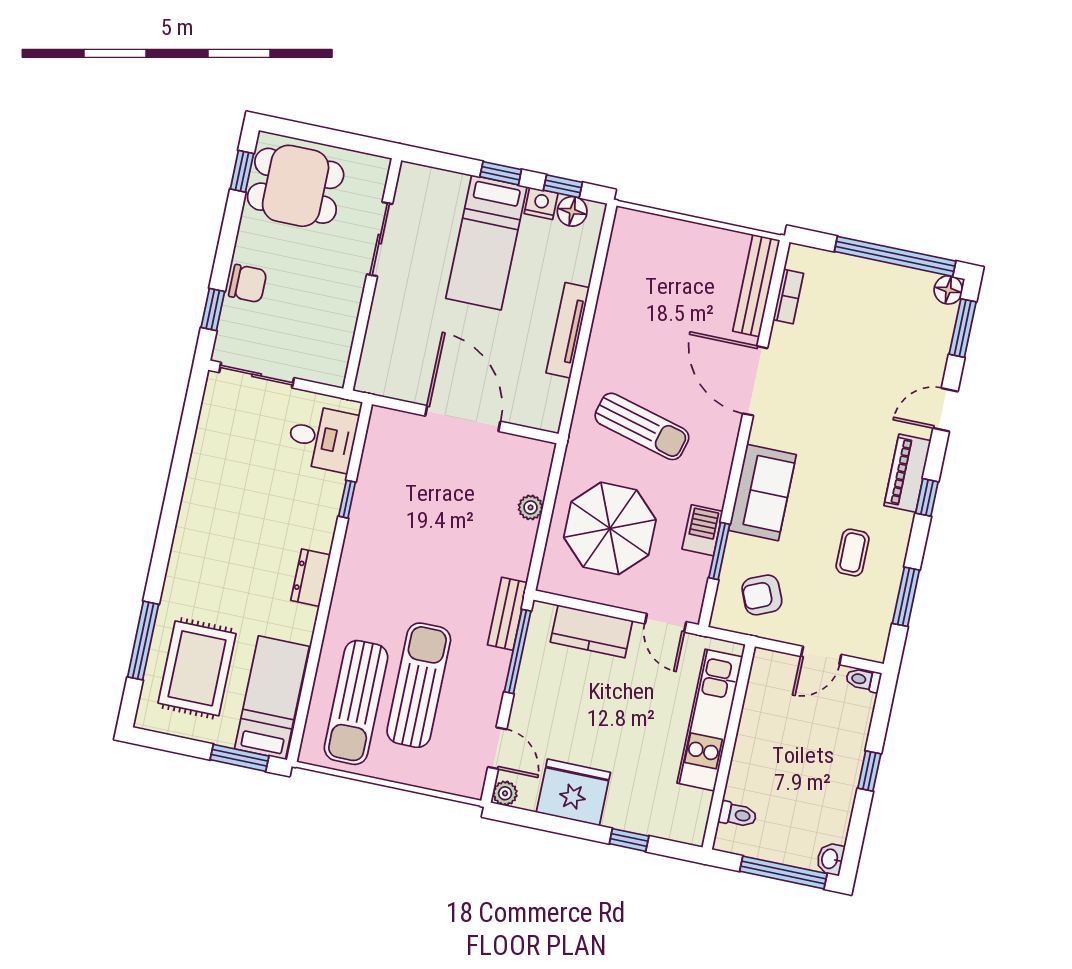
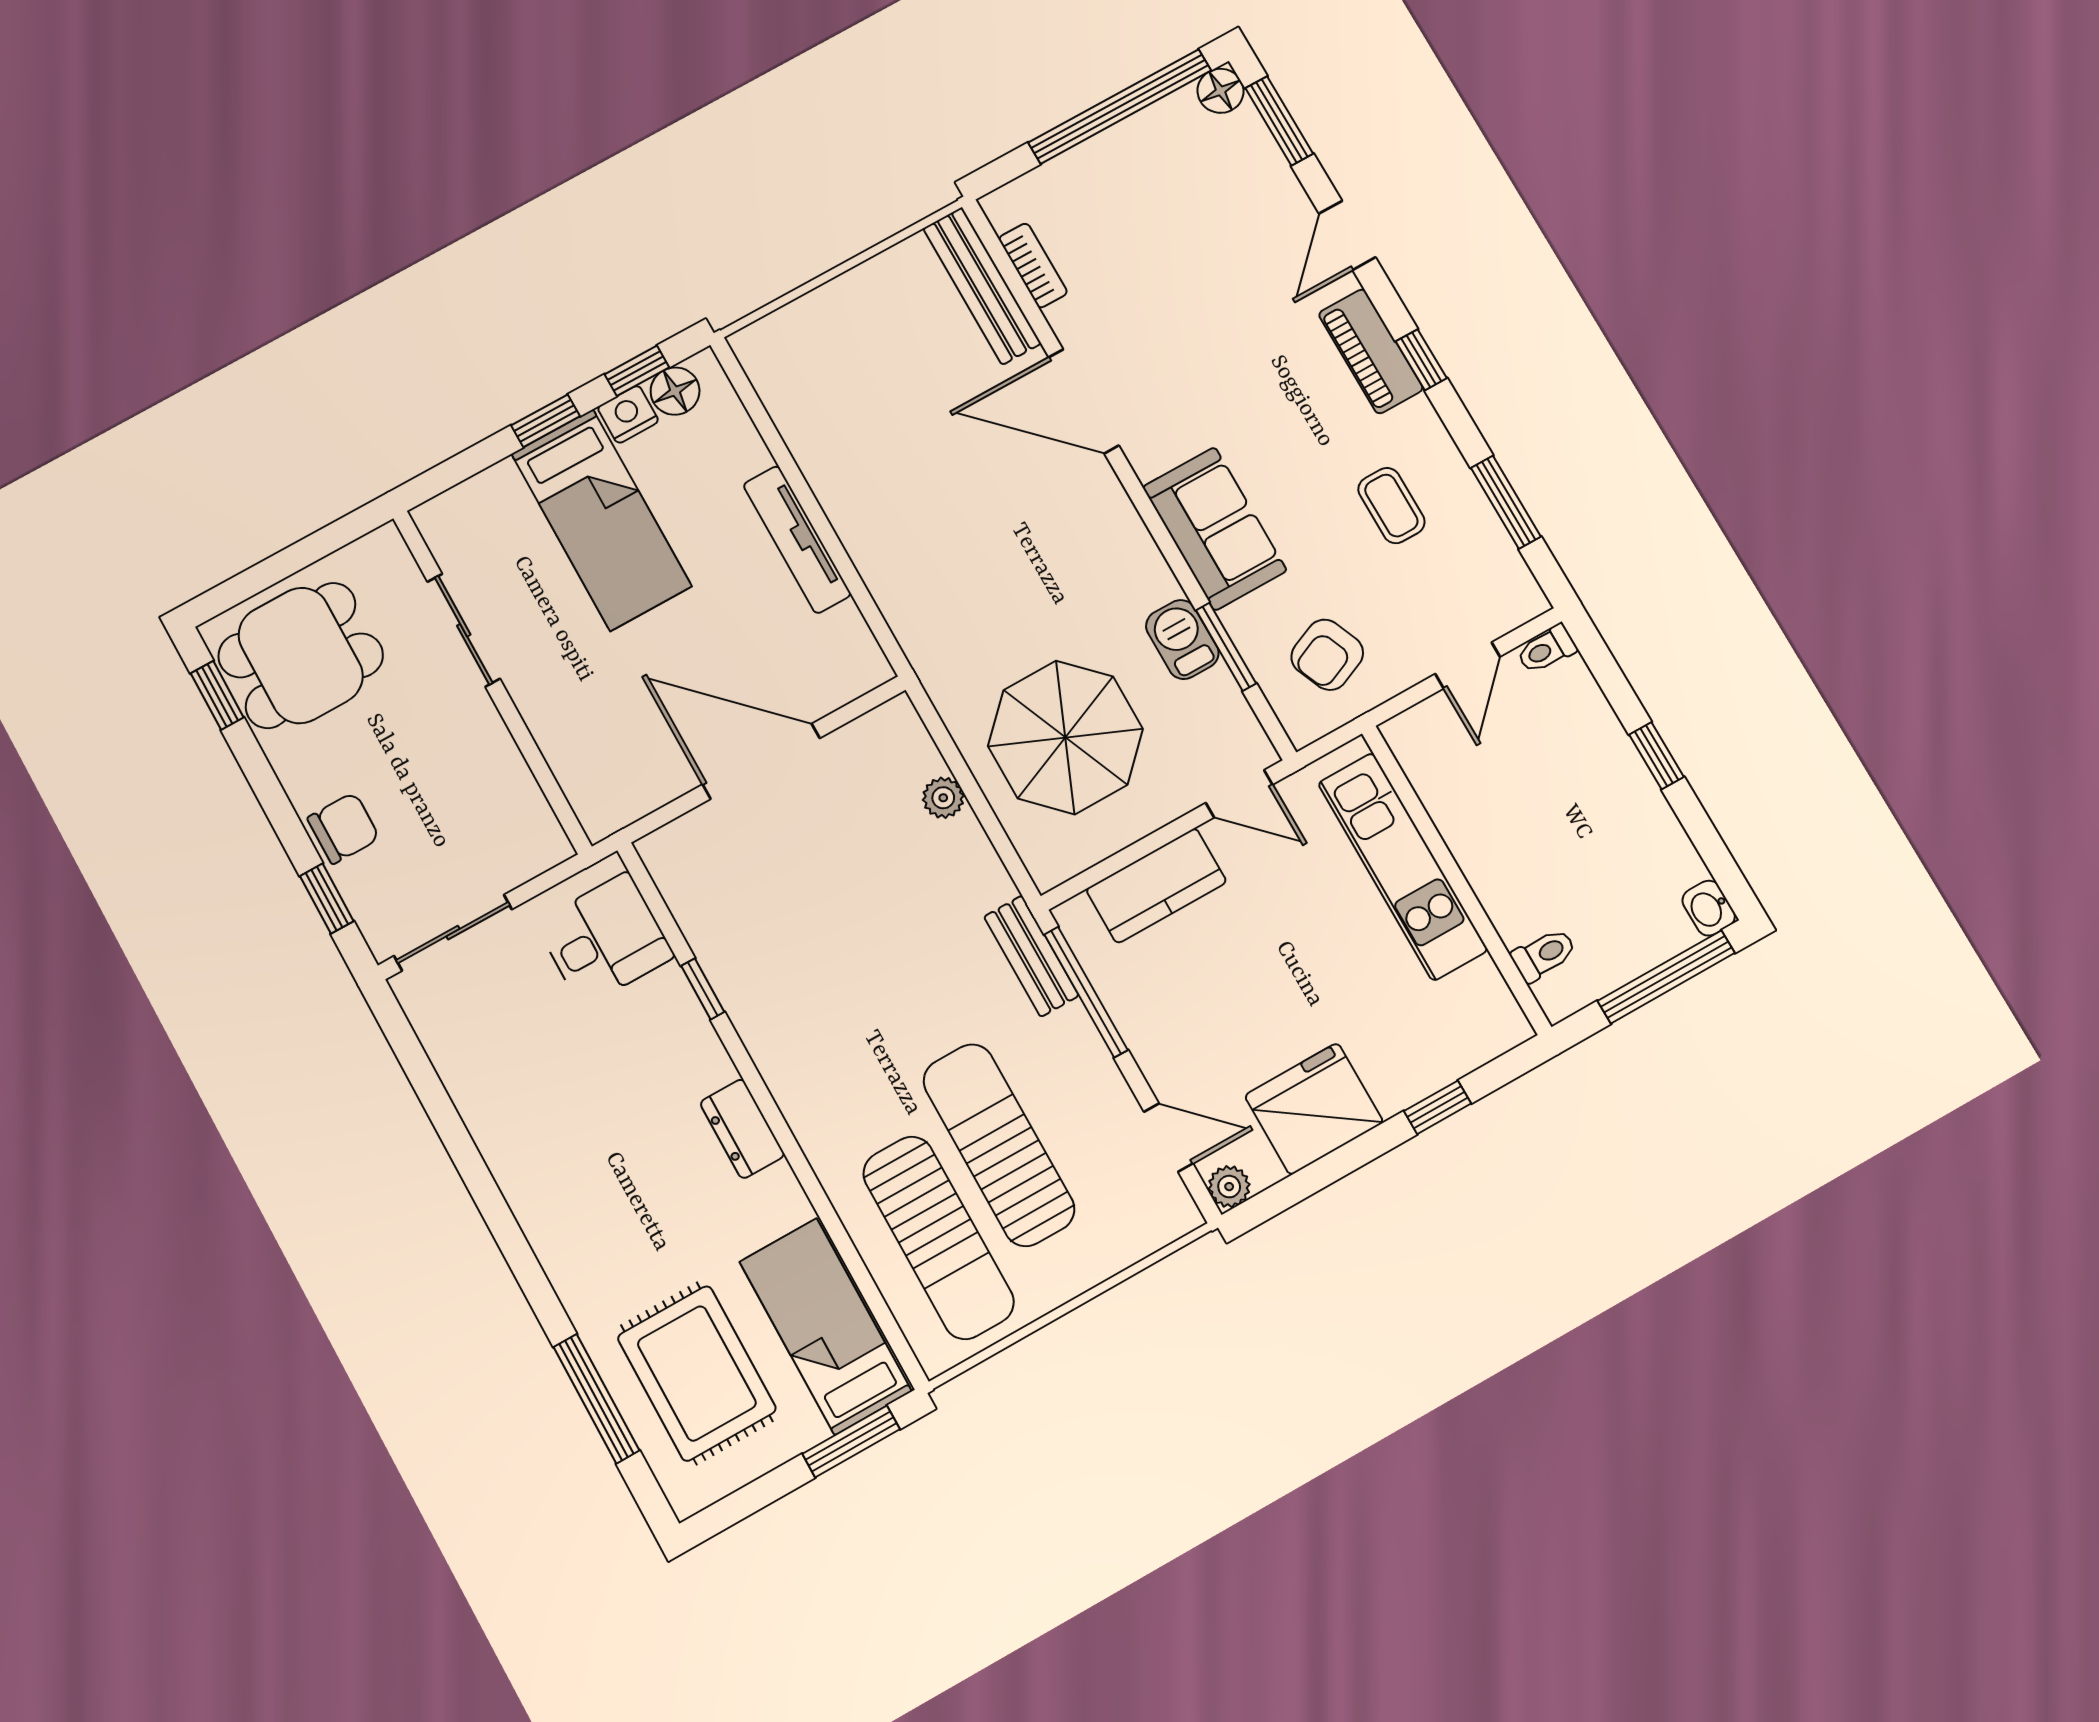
sun lounger: (642, 426) -> (994, 577), removed

